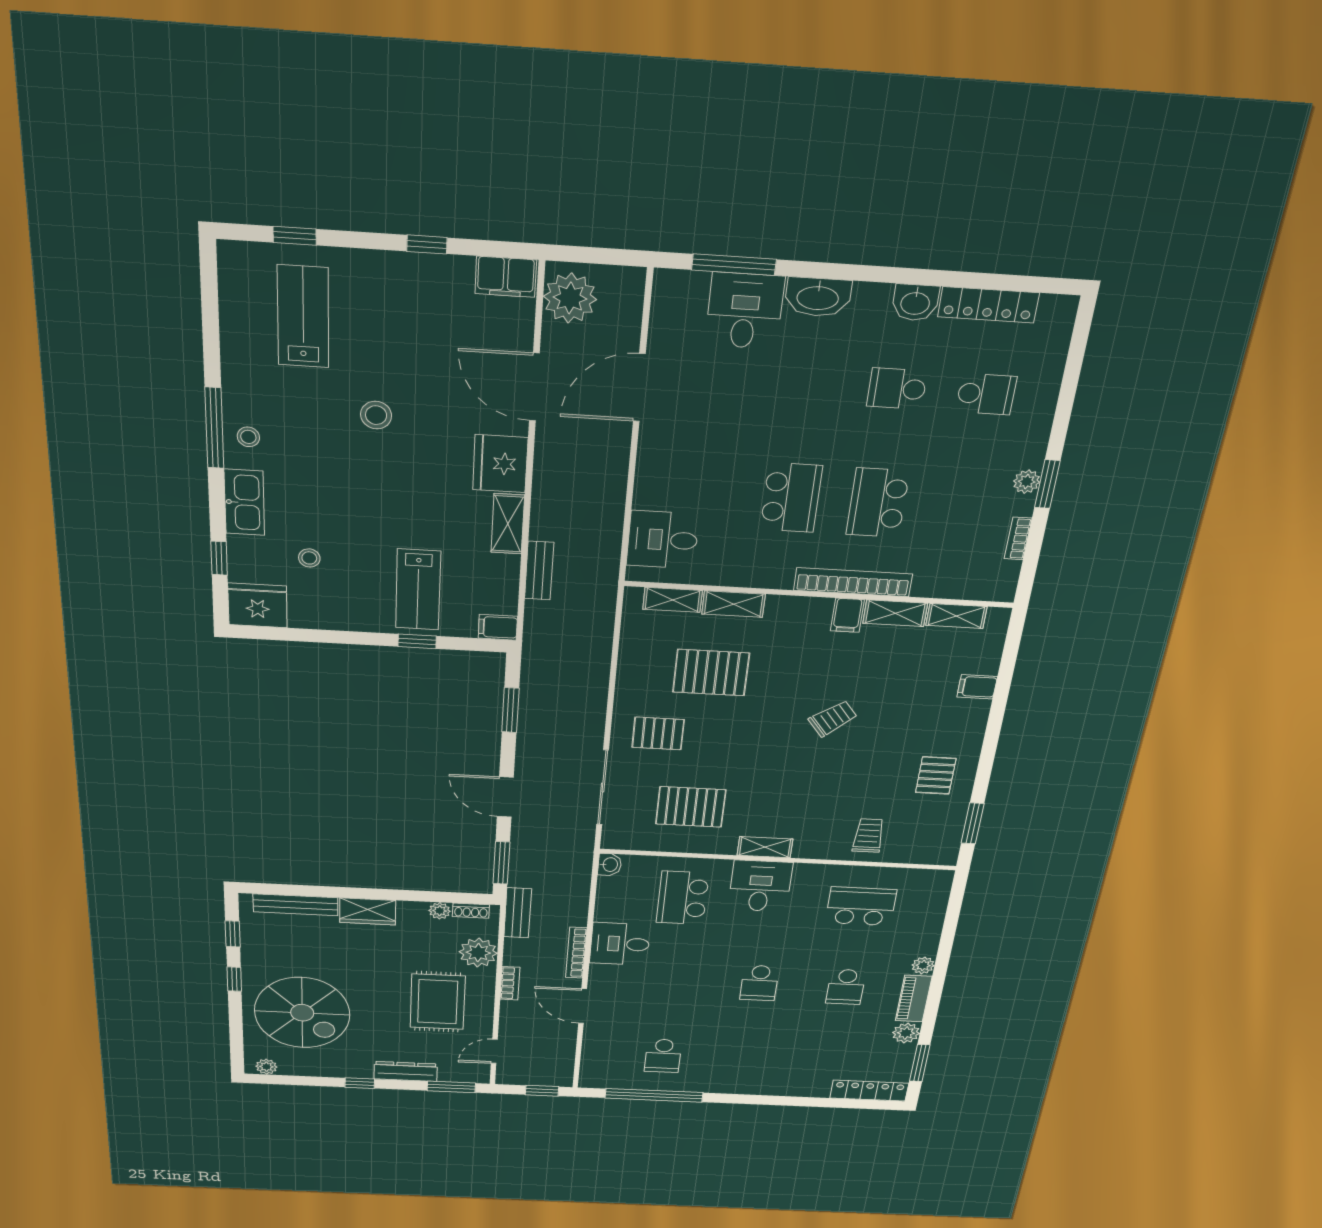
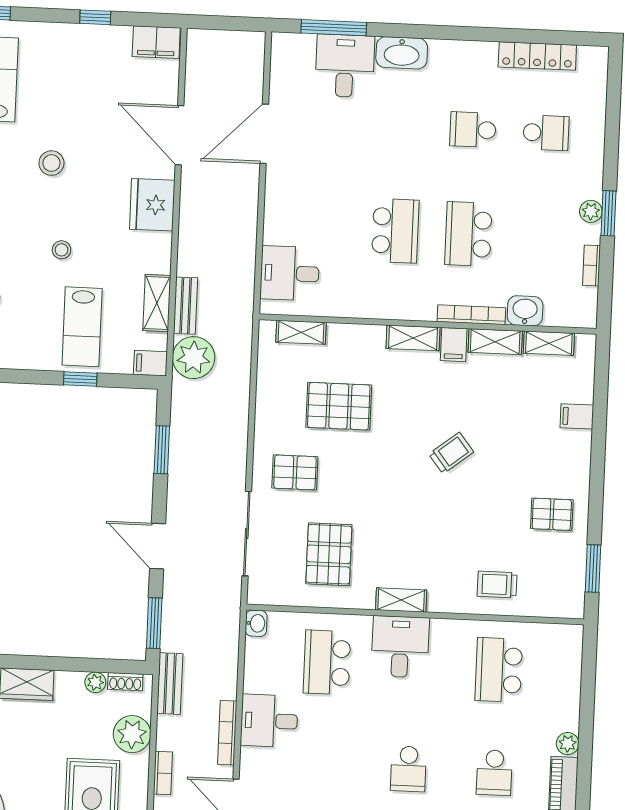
plant: (570, 298) -> (194, 358), moved
washbasin: (915, 303) -> (525, 311), moved, turned 180
stool: (391, 510) -> (62, 250), added
shelving: (508, 524) -> (157, 303), moved
bookcase: (853, 582) -> (471, 315), width x0.68, depth x0.76
shelving: (734, 604) -> (413, 338), moved
pallet: (936, 775) -> (552, 514), turned 90
pallet: (691, 807) -> (329, 554), turned 90
trolley: (868, 836) -> (497, 585), turned -90
school desk: (861, 906) -> (499, 670), turned -90

